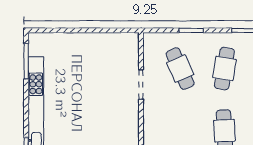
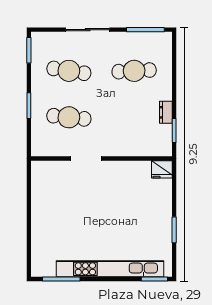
cafe table: (180, 69) -> (69, 117), turned 30

